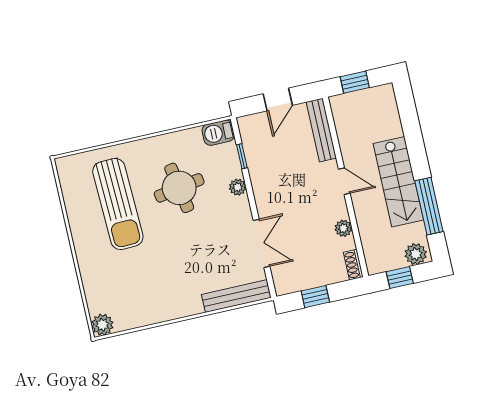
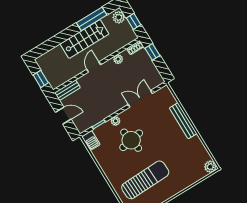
bench: (321, 130) -> (67, 90), width x0.73
round table: (179, 188) -> (131, 140), moved
bench: (236, 296) -> (183, 121), moved
window: (315, 297) -> (152, 52), moved

